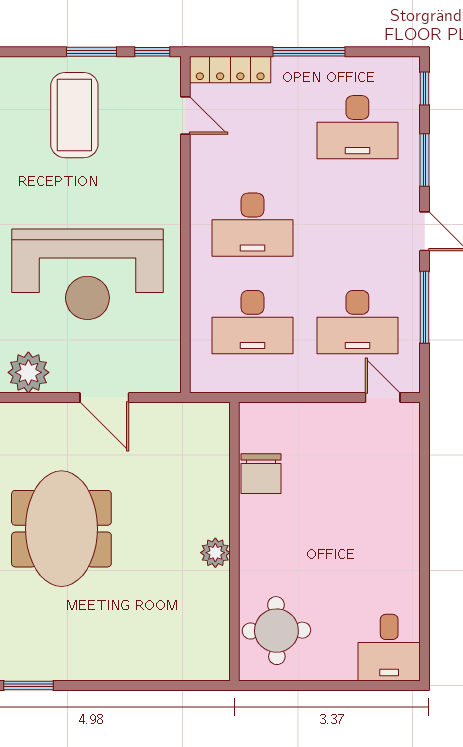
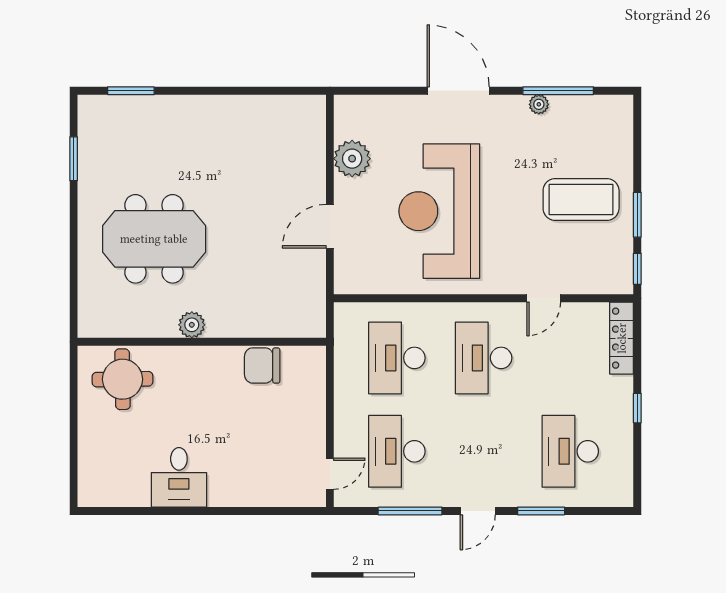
window: (309, 52) -> (637, 408), width x0.46
window: (425, 89) -> (605, 511), removed
door: (185, 116) -> (544, 298), moved
meeting table: (61, 529) -> (154, 239), moved
desk: (389, 648) -> (179, 477), moved, turned -90

